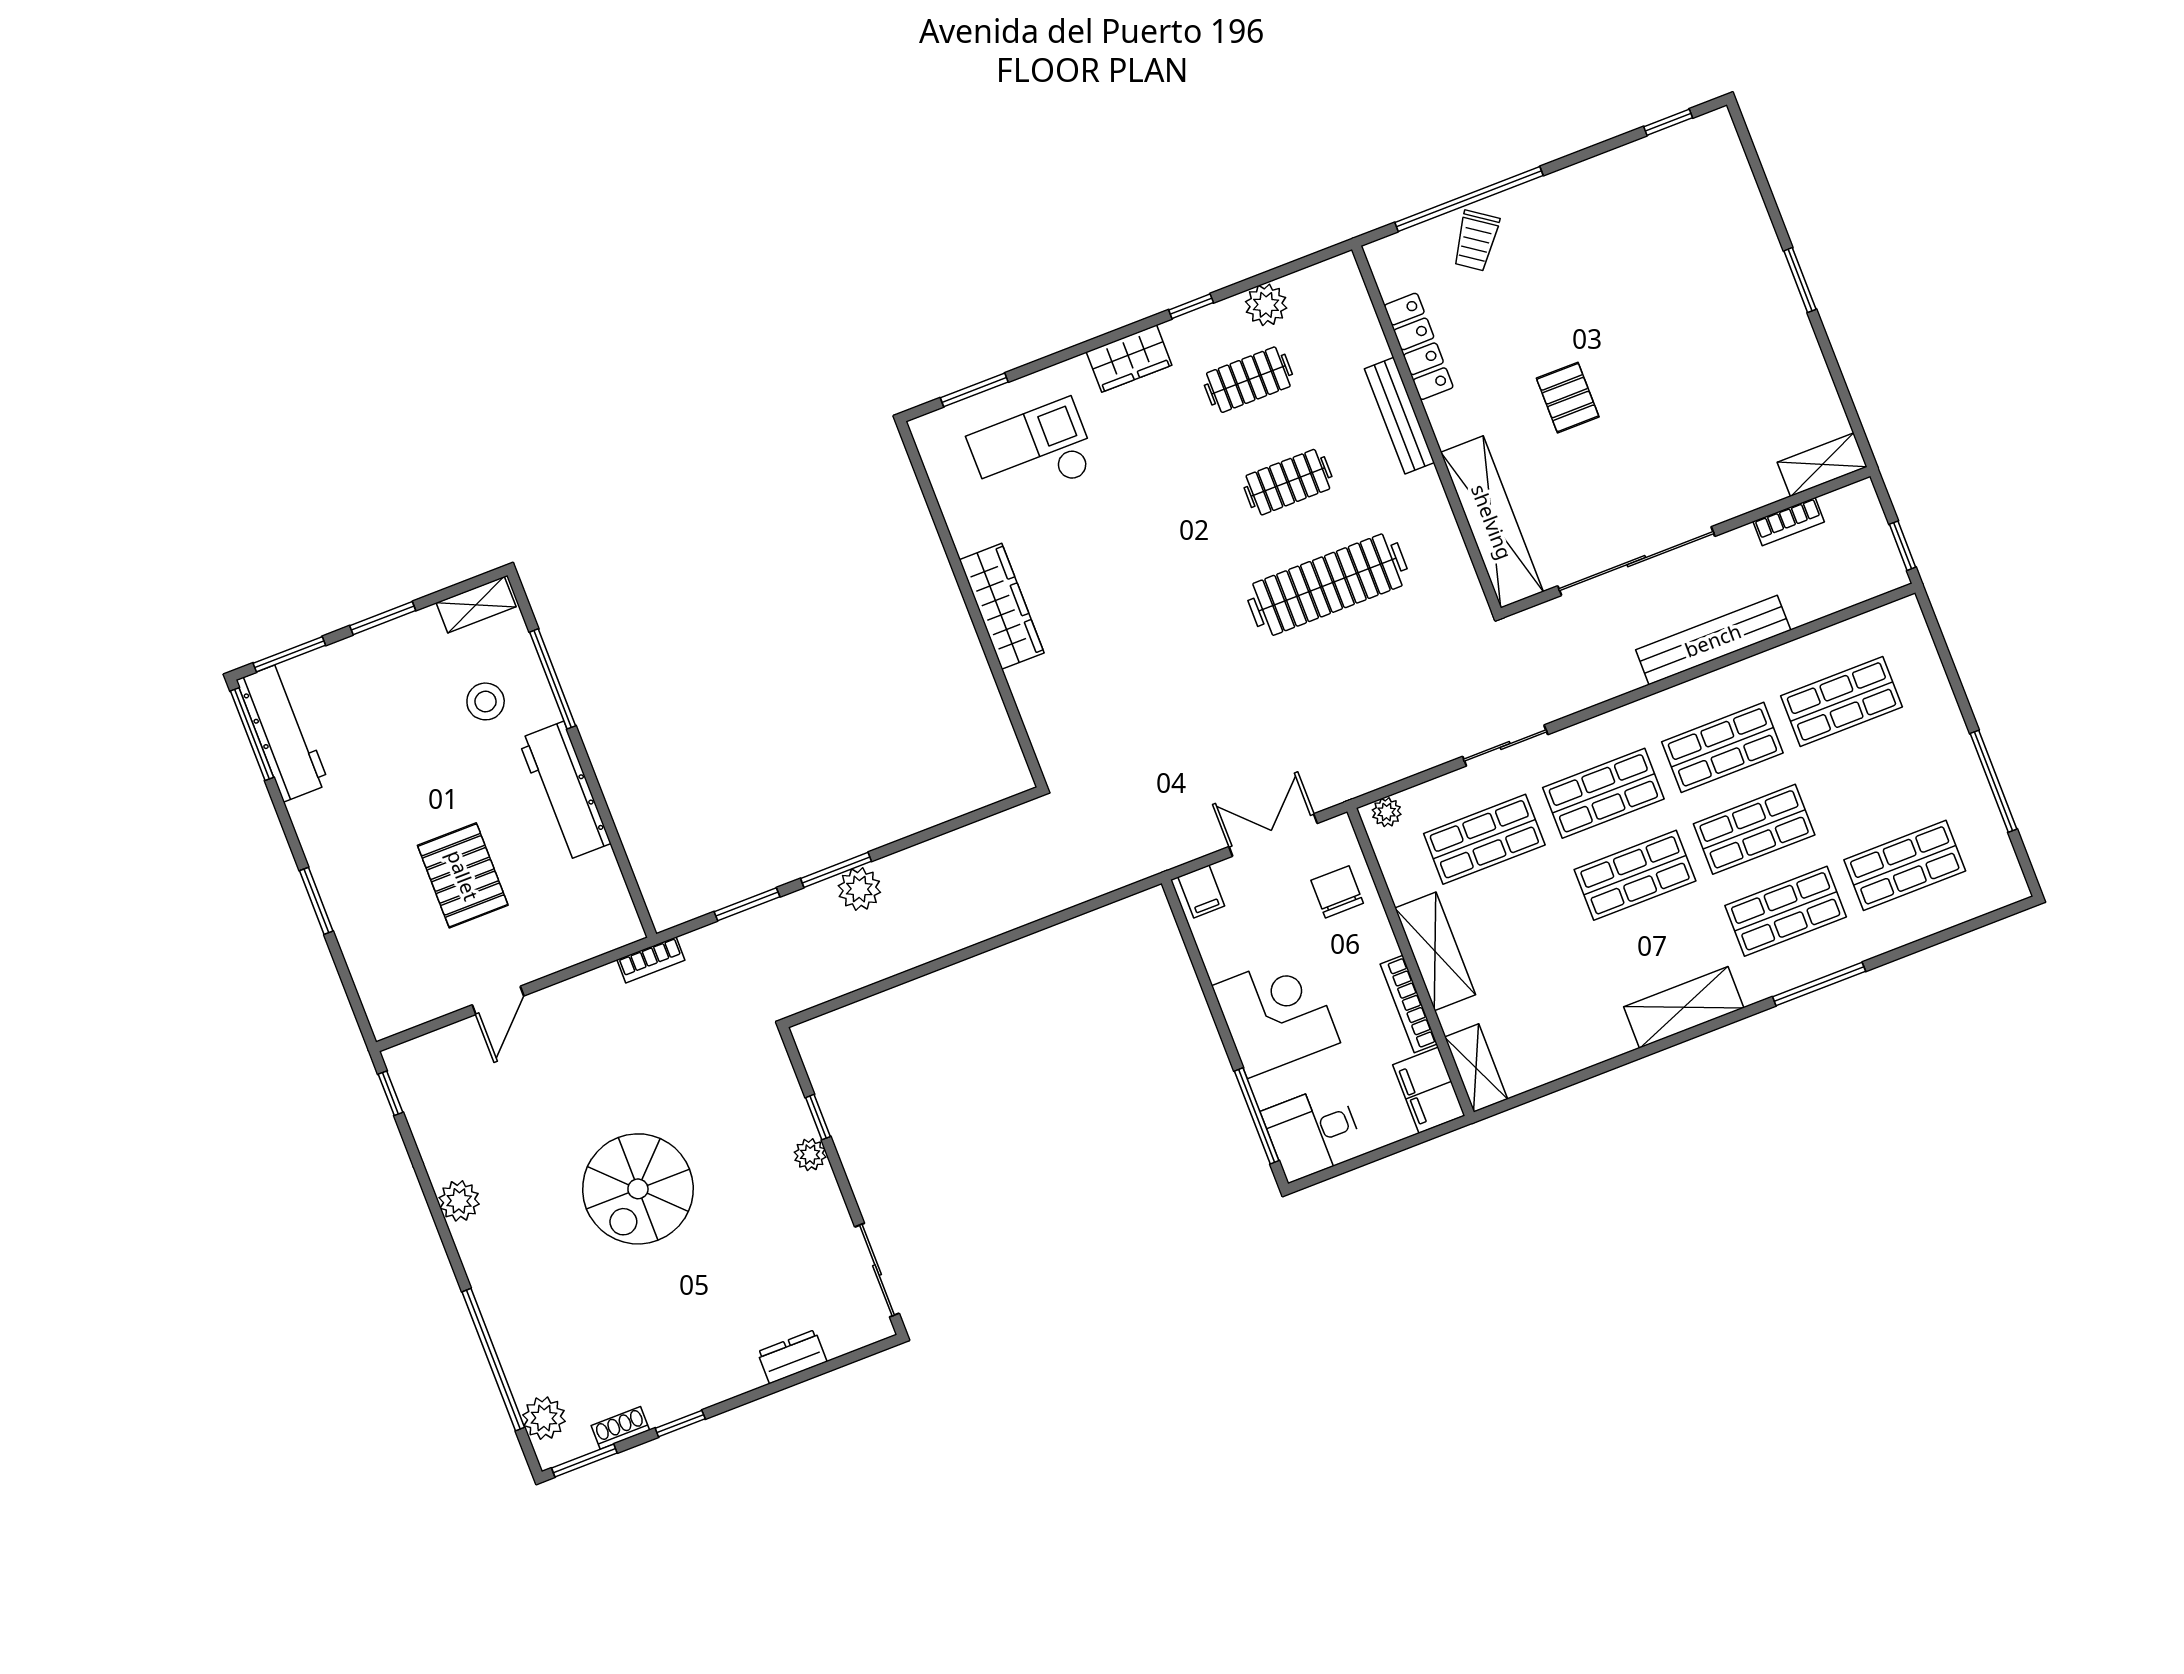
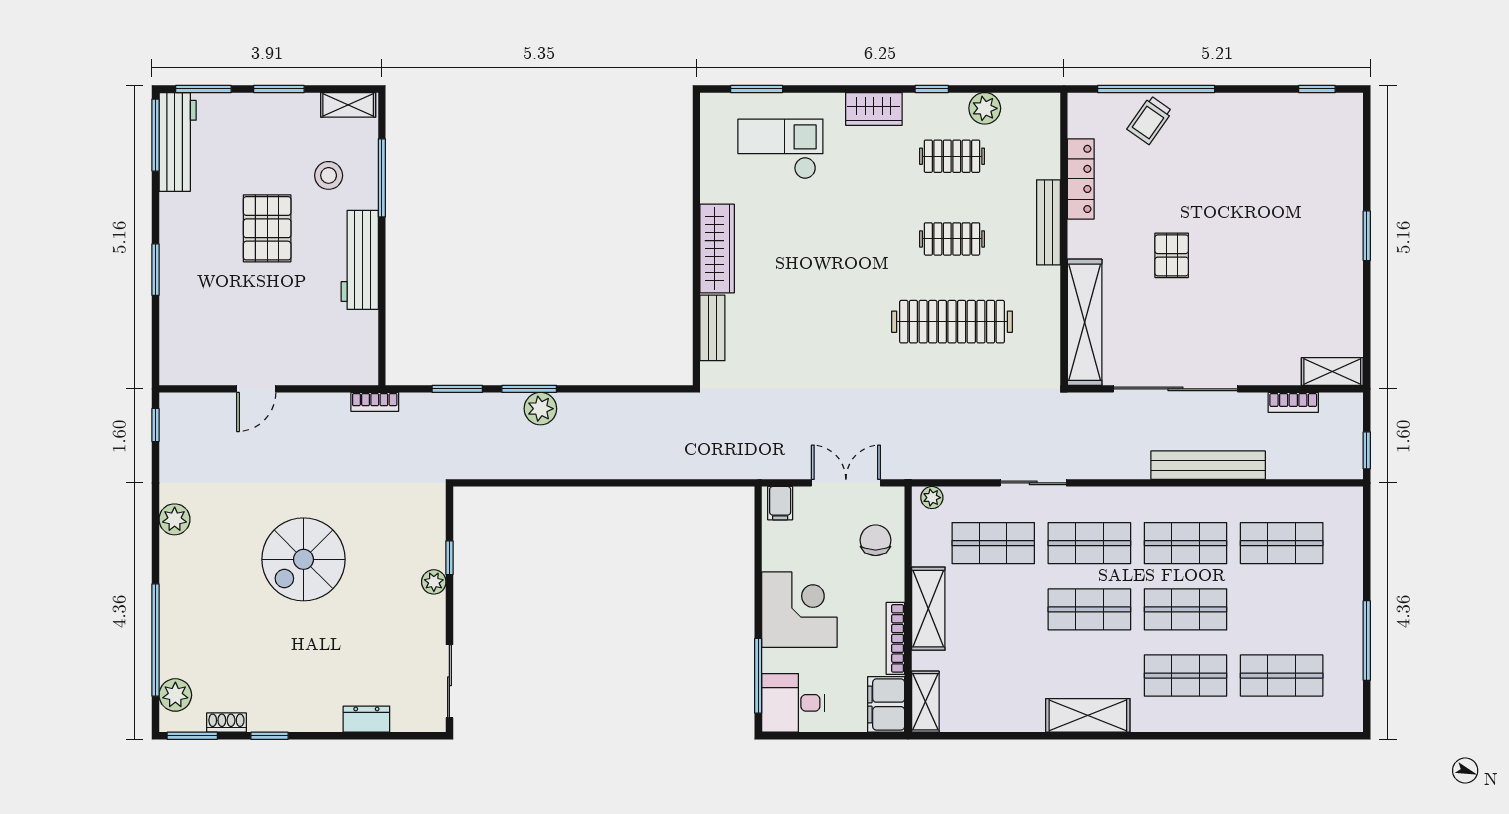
bench: (1034, 707) -> (712, 328), added
pallet: (463, 875) -> (267, 228), moved
window: (1819, 984) -> (1189, 736), removed

